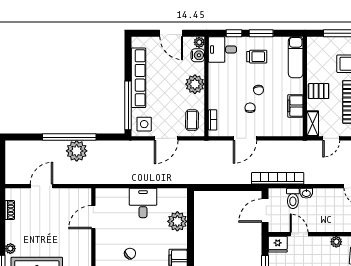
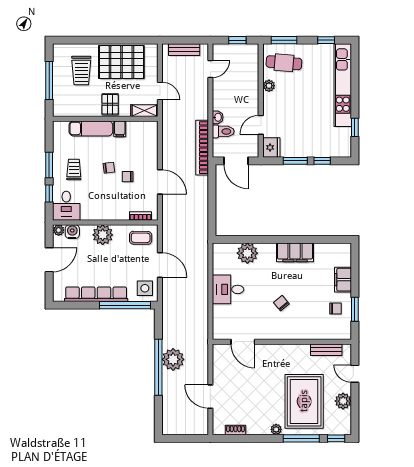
exam couch: (296, 57) -> (91, 128), moved
filing cabinet: (295, 106) -> (120, 129), width x0.50

